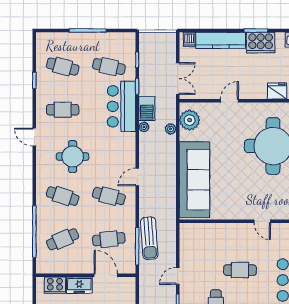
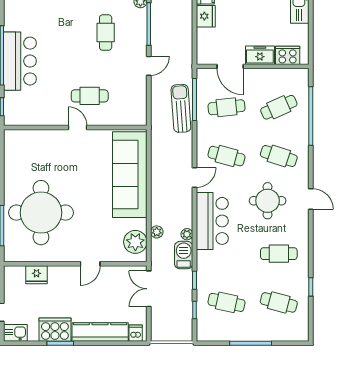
bar counter: (121, 106) -> (212, 221), moved
door: (34, 137) -> (311, 199), moved
door: (262, 221) -> (78, 128), moved
cafe table: (240, 270) -> (90, 96), moved

